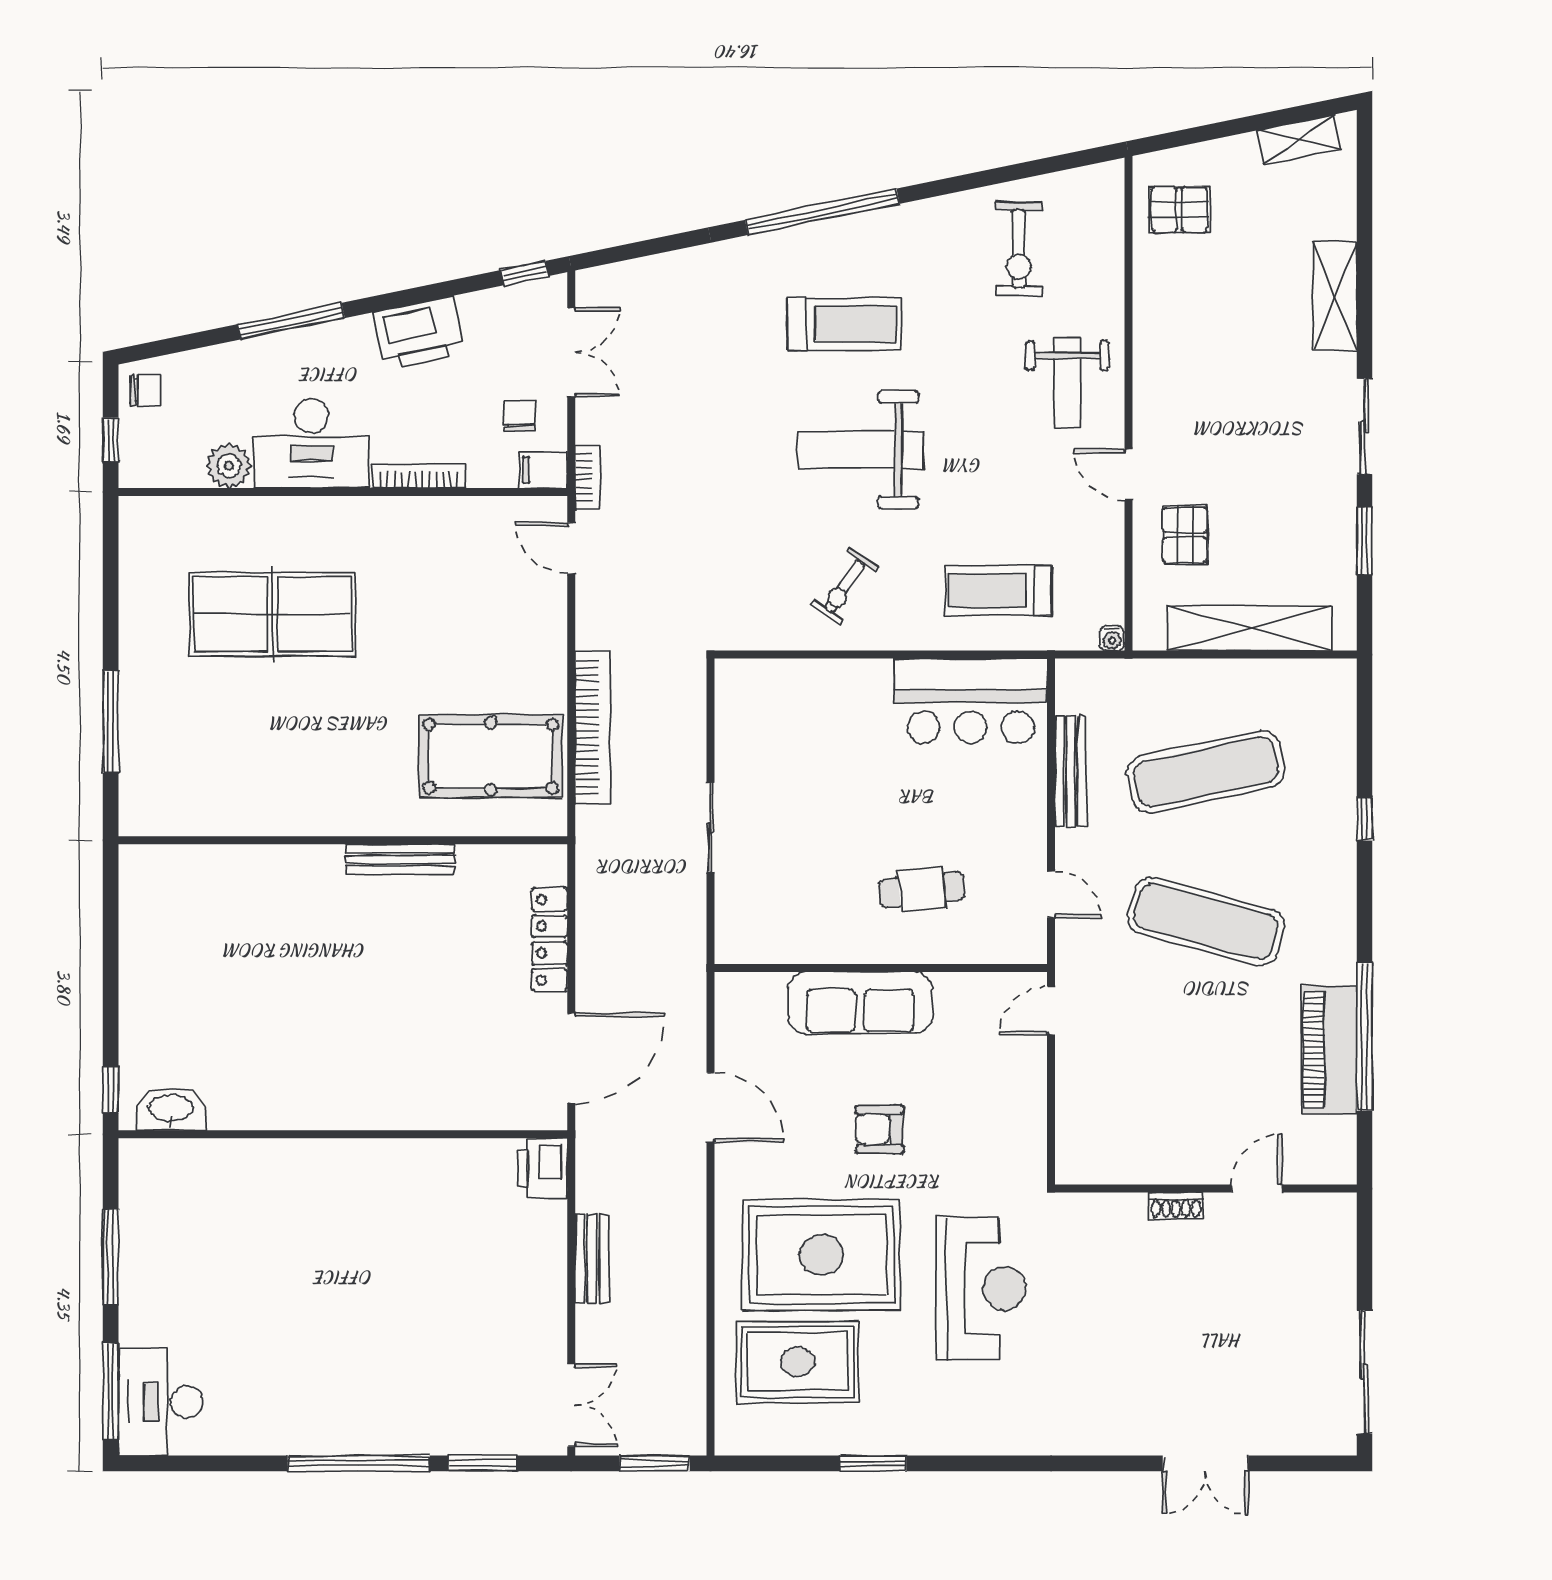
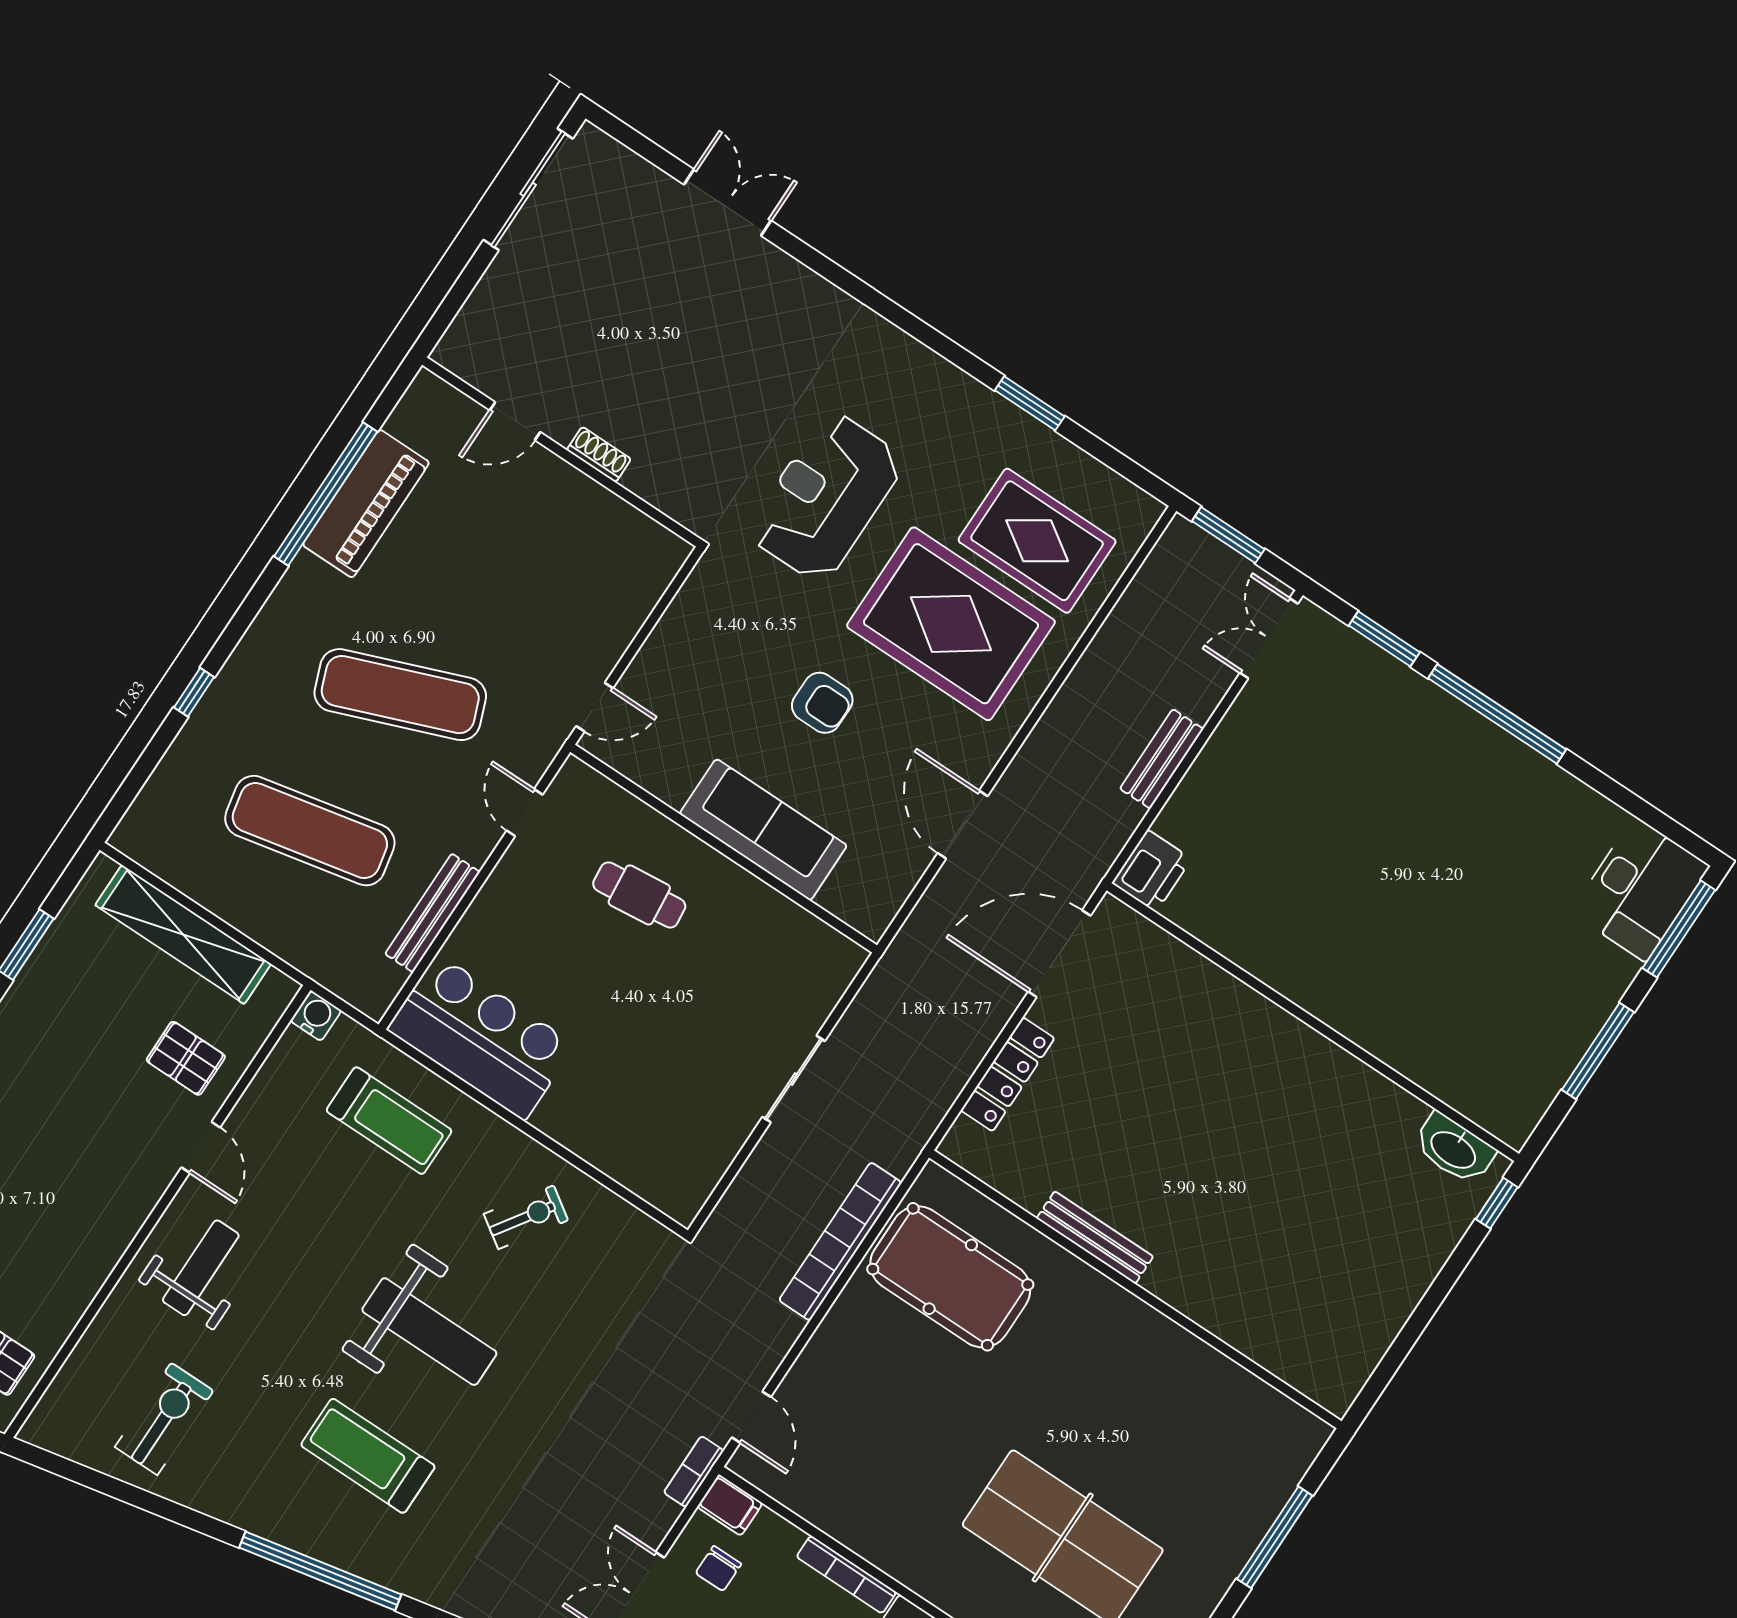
pallet: (1185, 535) -> (186, 1058), turned 90
water cooler: (1112, 638) -> (316, 1016), width x1.38, depth x1.38
exercise mat: (1206, 922) -> (400, 695), turned -36

